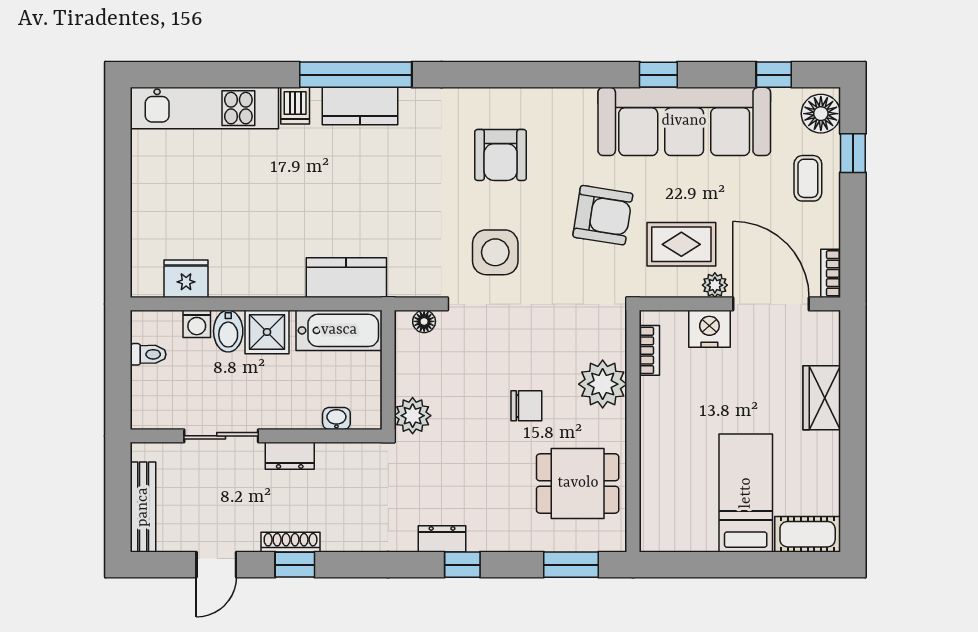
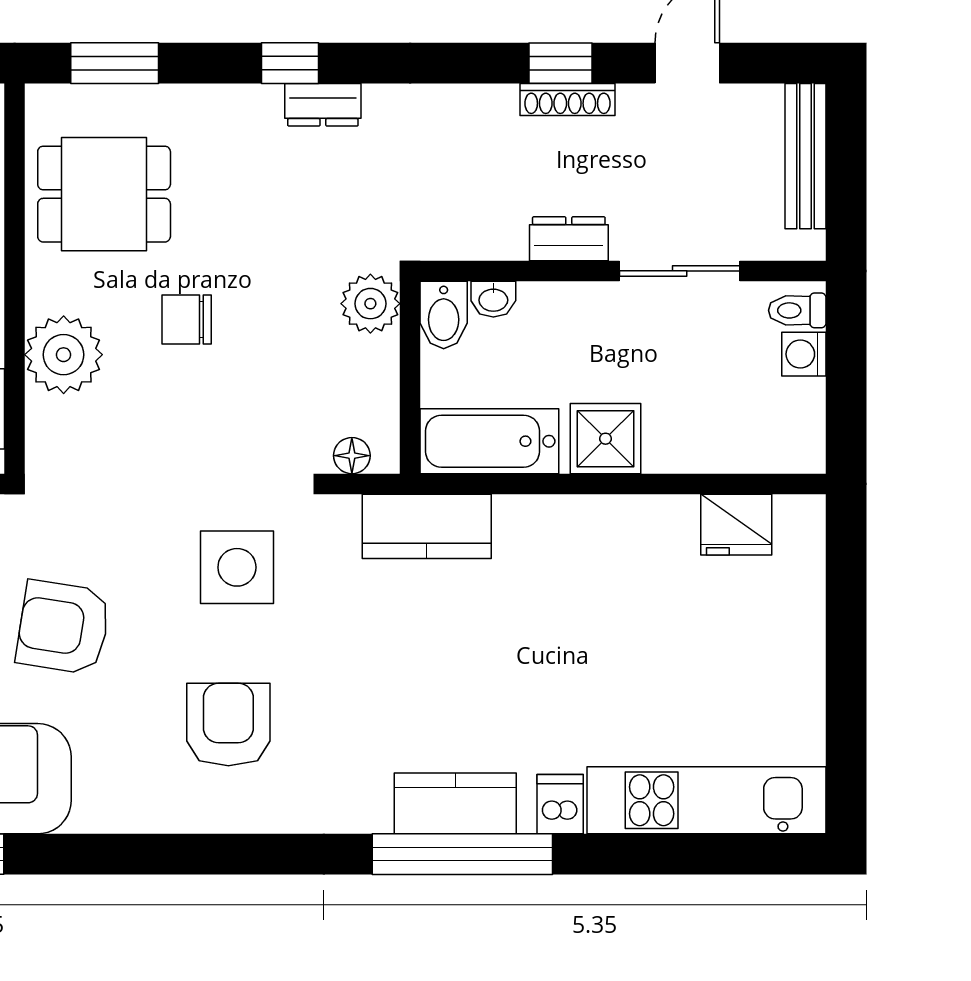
kitchen counter: (346, 278) -> (427, 526), moved
washing machine: (197, 324) -> (804, 354), moved, turned -90
bidet: (228, 331) -> (444, 315), moved, turned 180
toilet: (148, 354) -> (797, 310), moved

